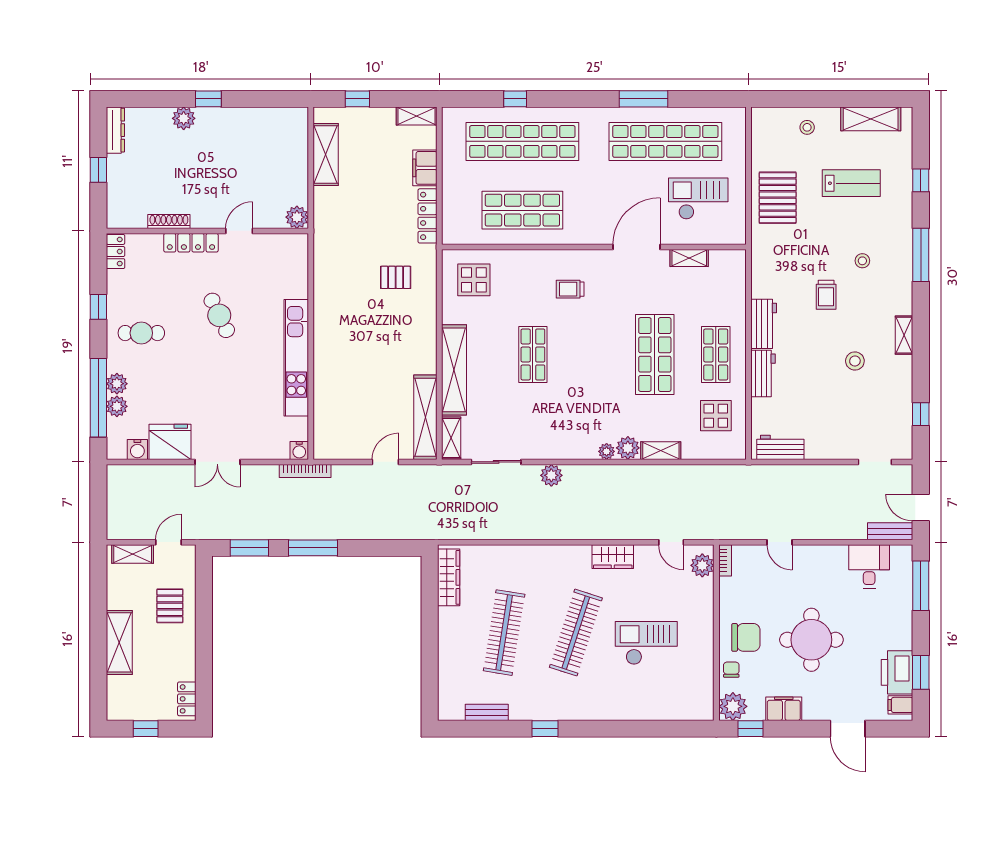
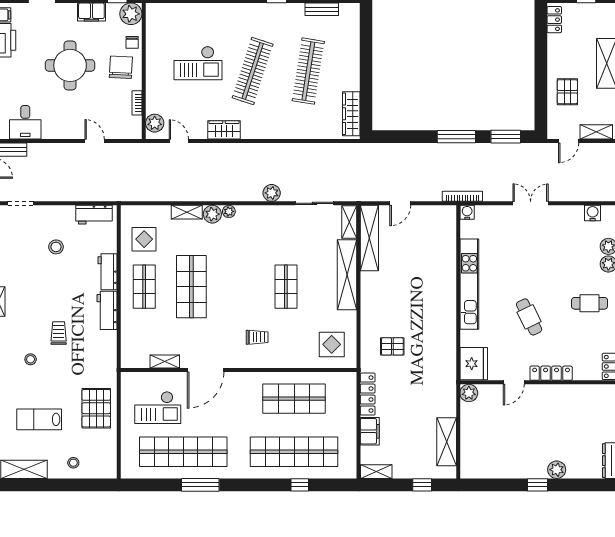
shoe rack: (169, 221) -> (568, 390), removed
stool: (855, 361) -> (56, 247), moved
fridge: (170, 442) -> (474, 364), moved, turned -90
bookcase: (725, 560) -> (137, 103), moved
chair: (746, 637) -> (121, 67), turned 93

